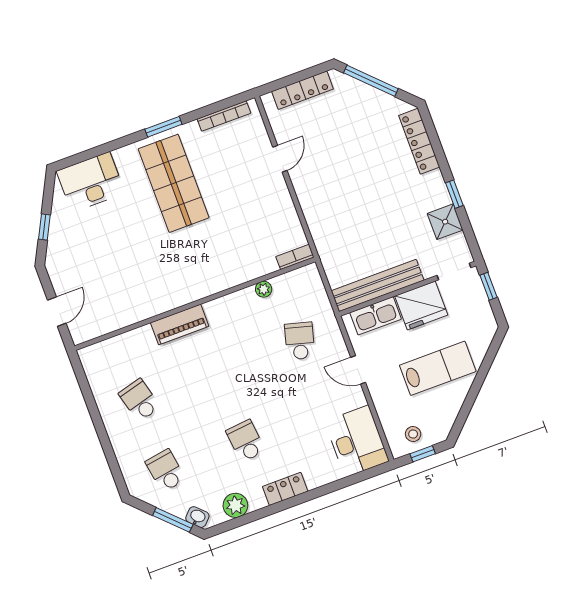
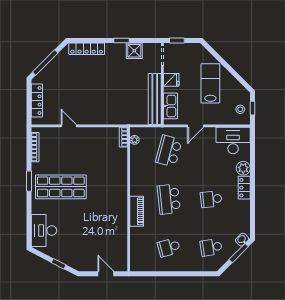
plant: (264, 289) -> (134, 140), moved
fridge: (421, 305) -> (171, 80), width x0.53, depth x0.75
school desk: (300, 341) -> (169, 151), width x1.85
school desk: (220, 371) -> (169, 199), added
plant: (235, 505) -> (243, 168), moved

